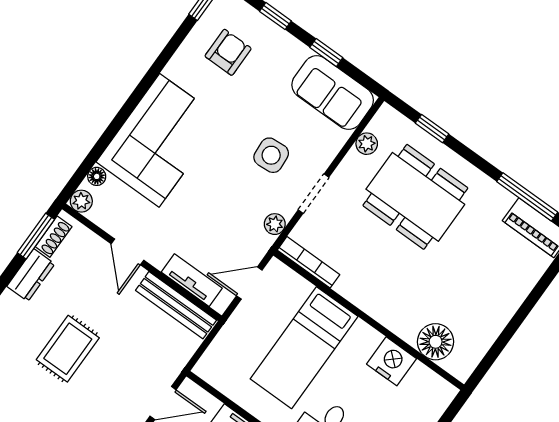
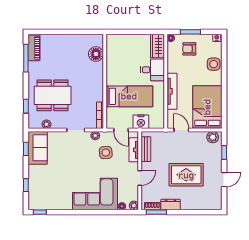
armchair: (228, 52) -> (49, 192), removed
window: (326, 53) -> (26, 149), moved
side table: (271, 155) -> (106, 153), moved
dining table: (415, 197) -> (53, 95), turned 90
bench: (176, 305) -> (146, 149), width x0.73
rug: (68, 349) -> (186, 175), width x1.36, depth x1.43
nightstand: (392, 361) -> (141, 122), moved, turned -90

